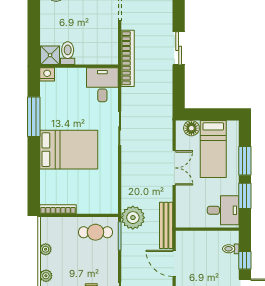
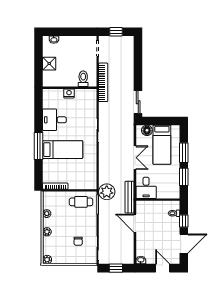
sliding door: (179, 48) -> (138, 102), moved
toilet: (68, 53) -> (83, 79), moved
shower: (50, 55) -> (49, 64), moved
nightstand: (47, 74) -> (69, 93), moved
desk: (102, 85) -> (54, 120), moved, turned -90
window: (34, 117) -> (39, 146), moved
bed: (69, 150) -> (63, 150), width x0.67
desk: (223, 210) -> (146, 188), moved, turned 90

